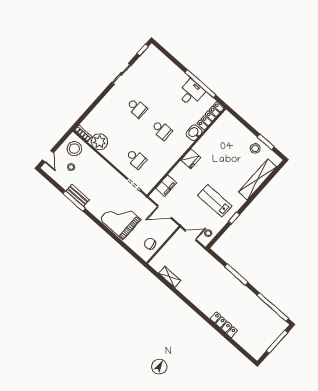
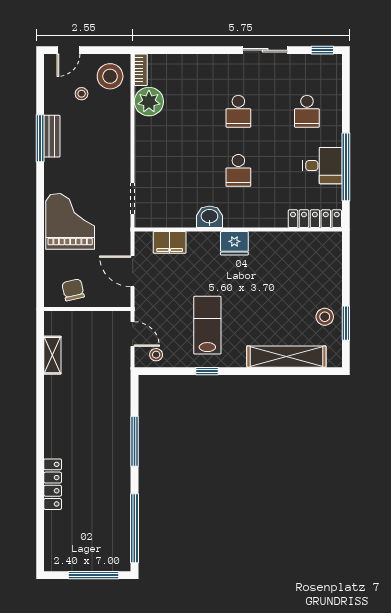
washbasin: (194, 133) -> (209, 217), moved
school desk: (136, 159) -> (307, 111), moved

